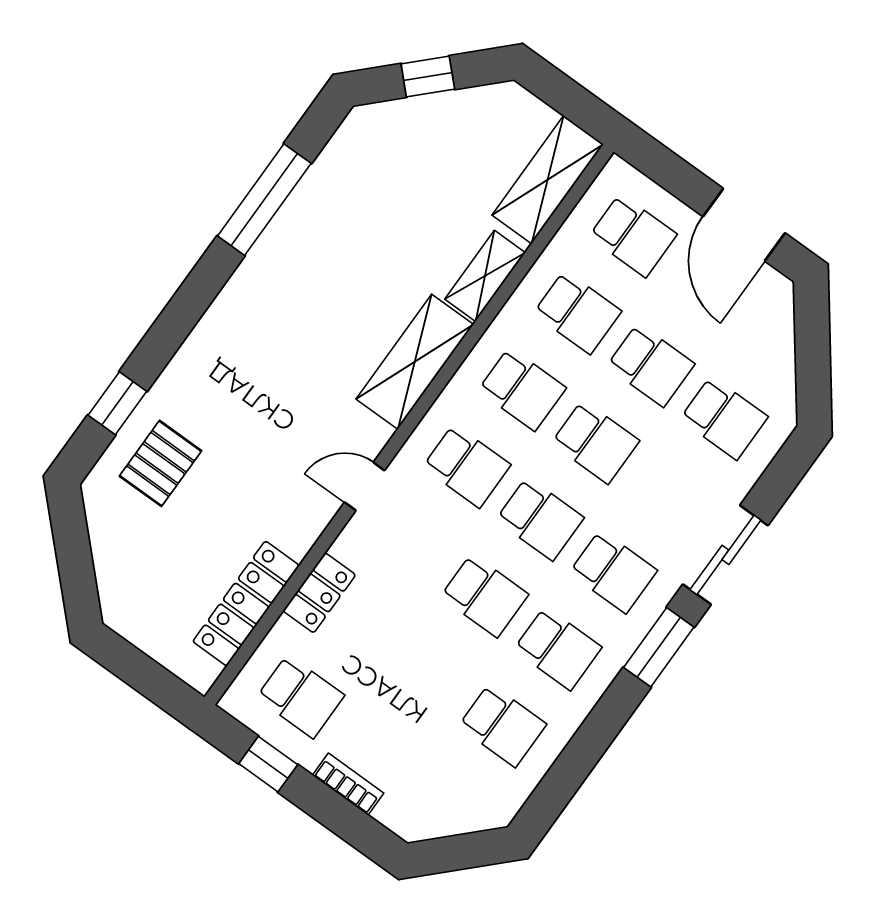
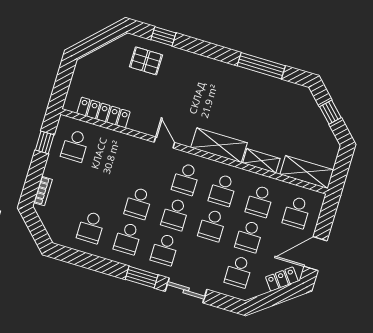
locker: (319, 593) -> (282, 279), moved, turned 143
bookcase: (348, 784) -> (43, 191), moved

